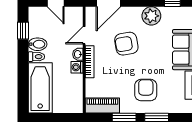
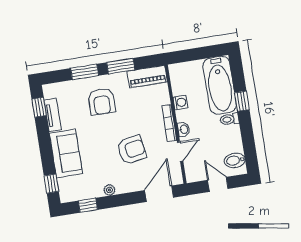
plant: (151, 16) -> (109, 190), width x0.53, depth x0.53
window: (23, 31) -> (242, 101), moved
bidet: (38, 44) -> (235, 160), moved
washing machine: (77, 67) -> (180, 102), moved

